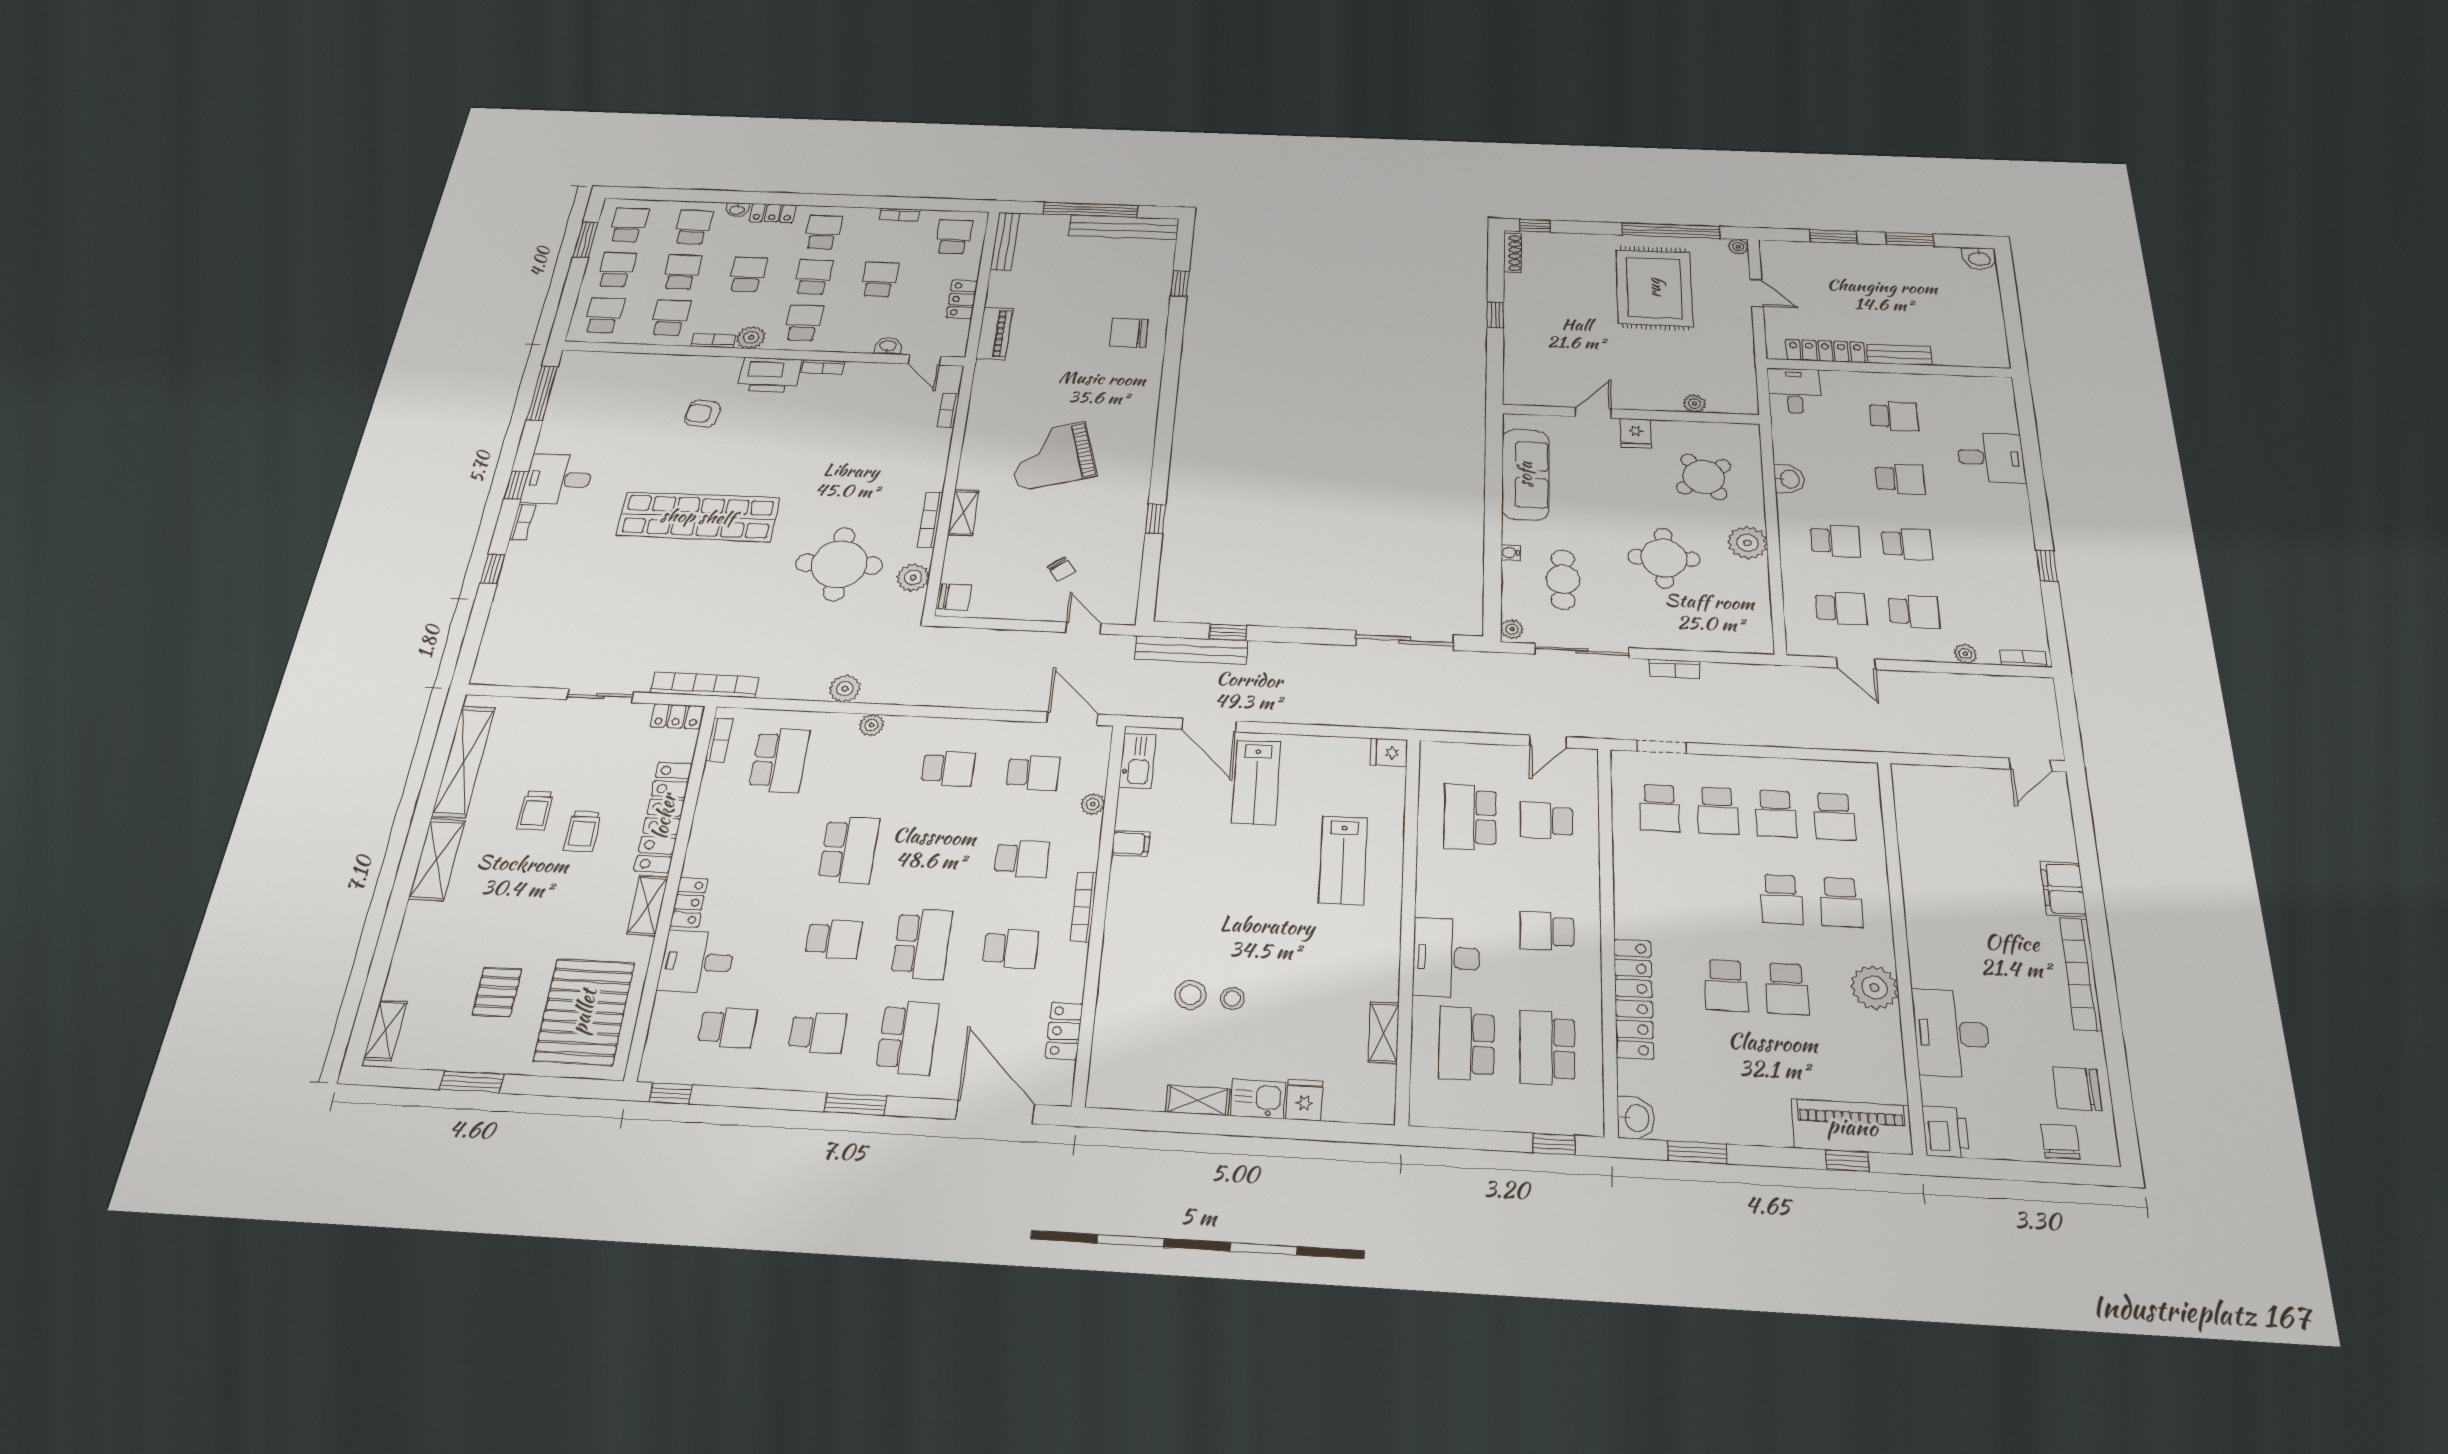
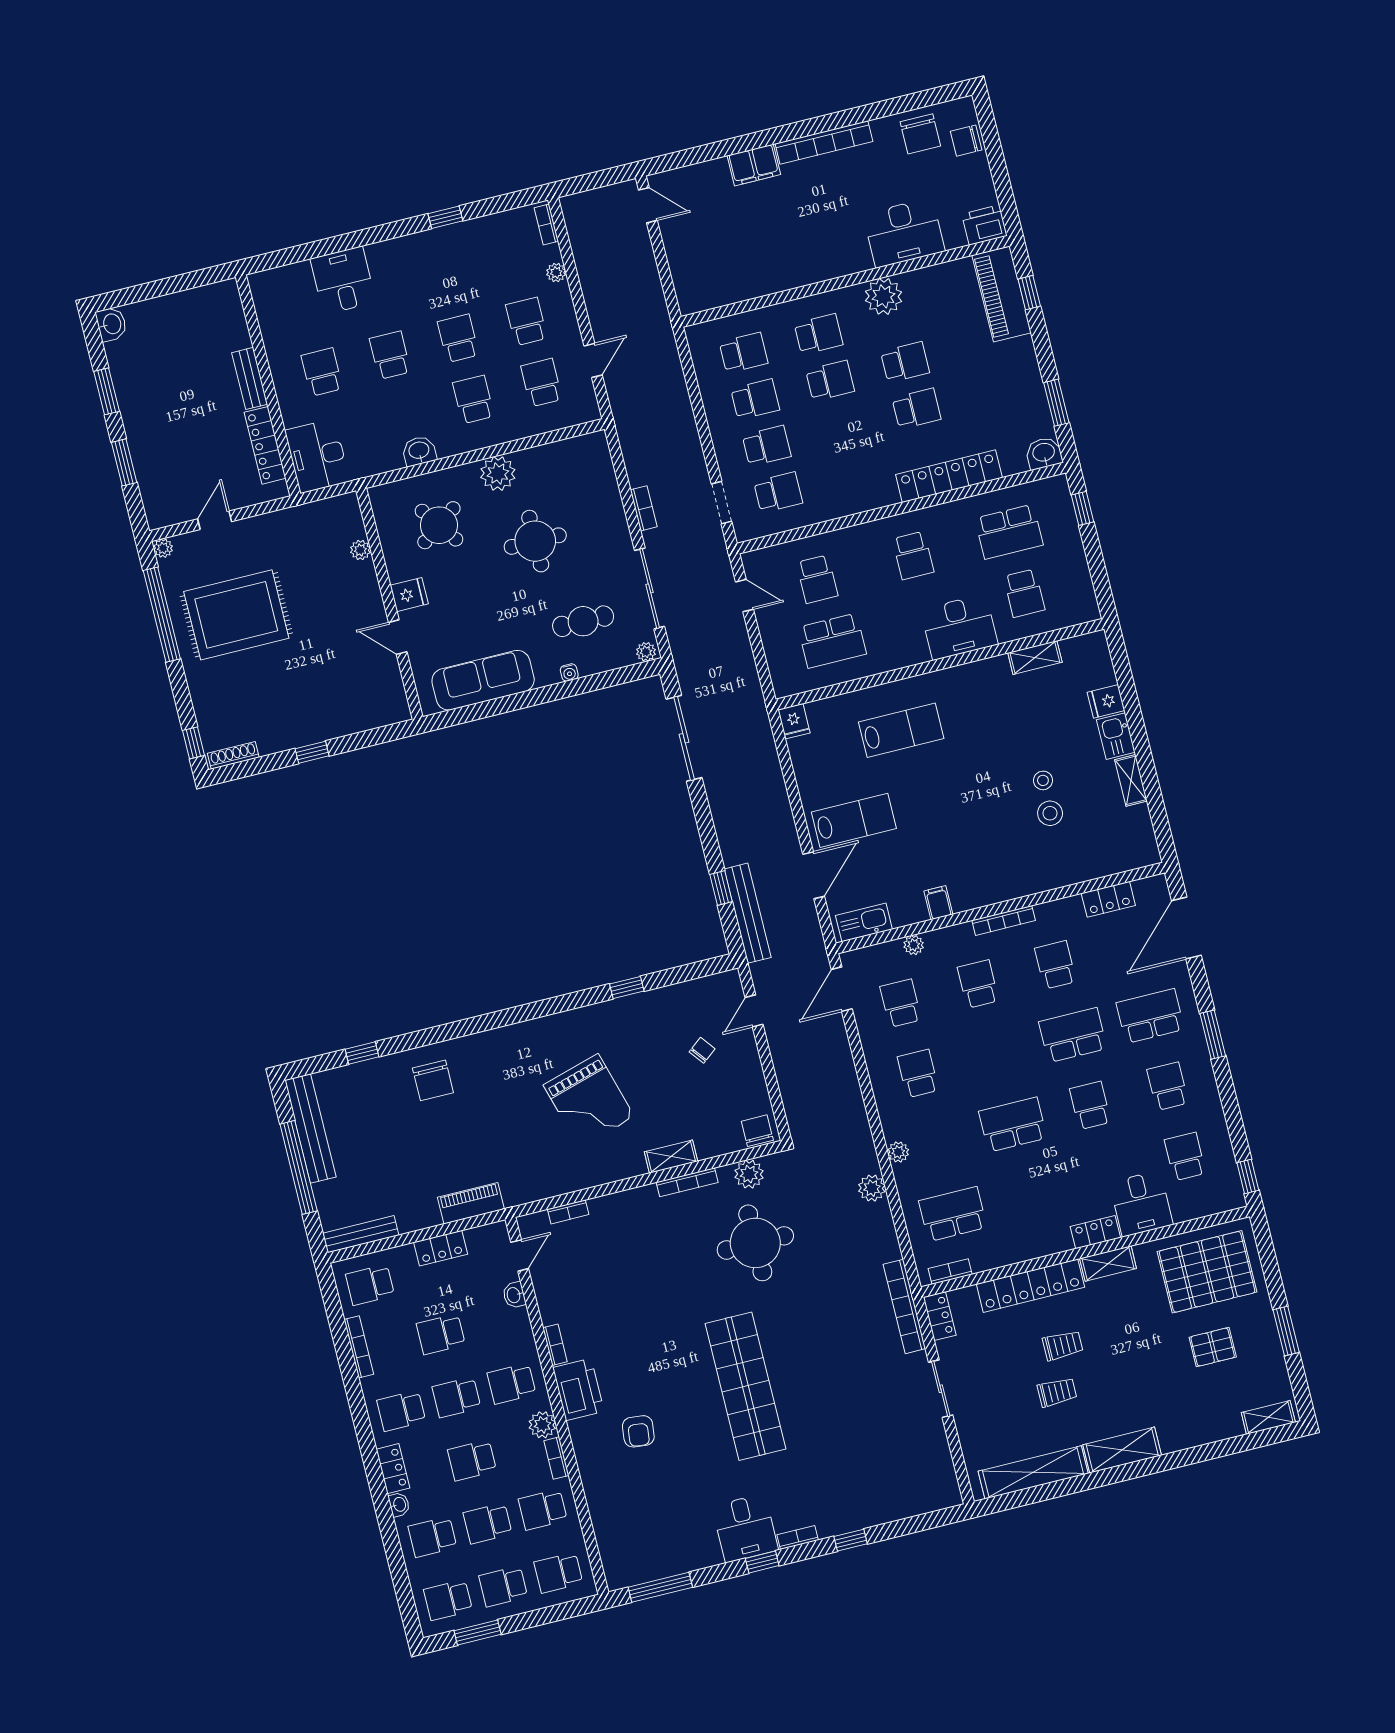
bookcase: (899, 215) -> (359, 1347), width x1.56
desk: (1794, 391) -> (317, 456), width x1.37
school desk: (1466, 1043) -> (1024, 593), width x0.54

